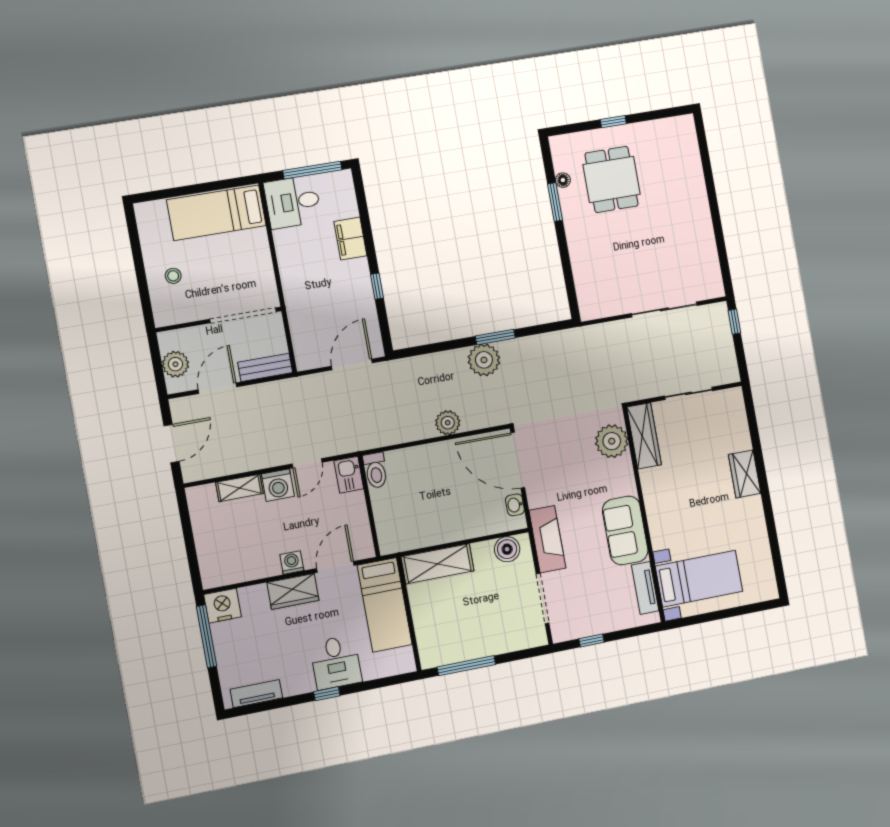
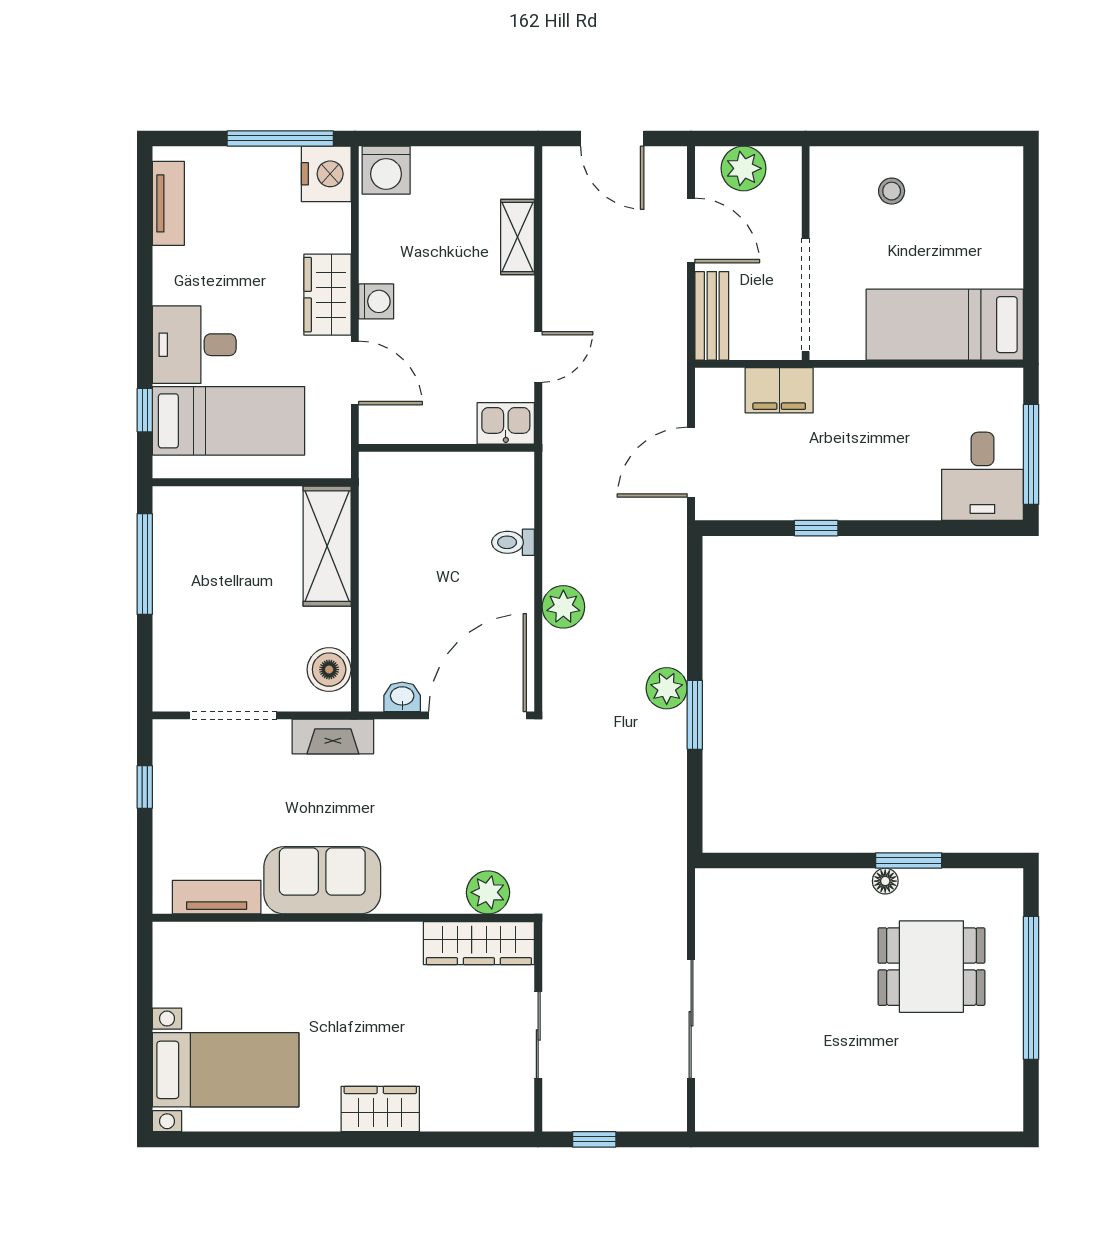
window: (613, 122) -> (1031, 988), width x3.17
floor lamp: (563, 180) -> (885, 881), moved
desk: (293, 202) -> (982, 476), moved, turned 180
bed: (216, 213) -> (945, 325), moved, turned -90
filing cabinet: (350, 239) -> (779, 390), moved, turned 180
window: (734, 322) -> (594, 1139), moved
plant: (484, 360) -> (667, 688), width x0.73, depth x0.73
door: (352, 364) -> (691, 462), swing flipped
plant: (612, 441) -> (488, 892), width x0.73, depth x0.73
door: (307, 463) -> (538, 357), swing flipped
toilet: (376, 470) -> (513, 542), moved, width x0.73, depth x0.72
washing machine: (278, 485) -> (386, 170), moved, turned -90
fireplace: (547, 539) -> (333, 737), width x0.73, depth x0.76
bed with nightstands: (699, 579) -> (226, 1070), moved, turned -90
bed: (385, 605) -> (229, 421), moved, turned 180
window: (327, 694) -> (145, 410), moved

